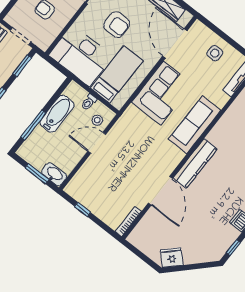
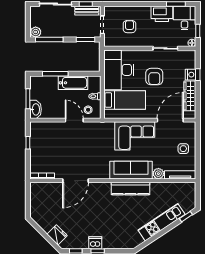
plant: (220, 99) -> (158, 174), added
kitchen counter: (195, 163) -> (130, 189), moved
fridge: (172, 258) -> (57, 235), moved

